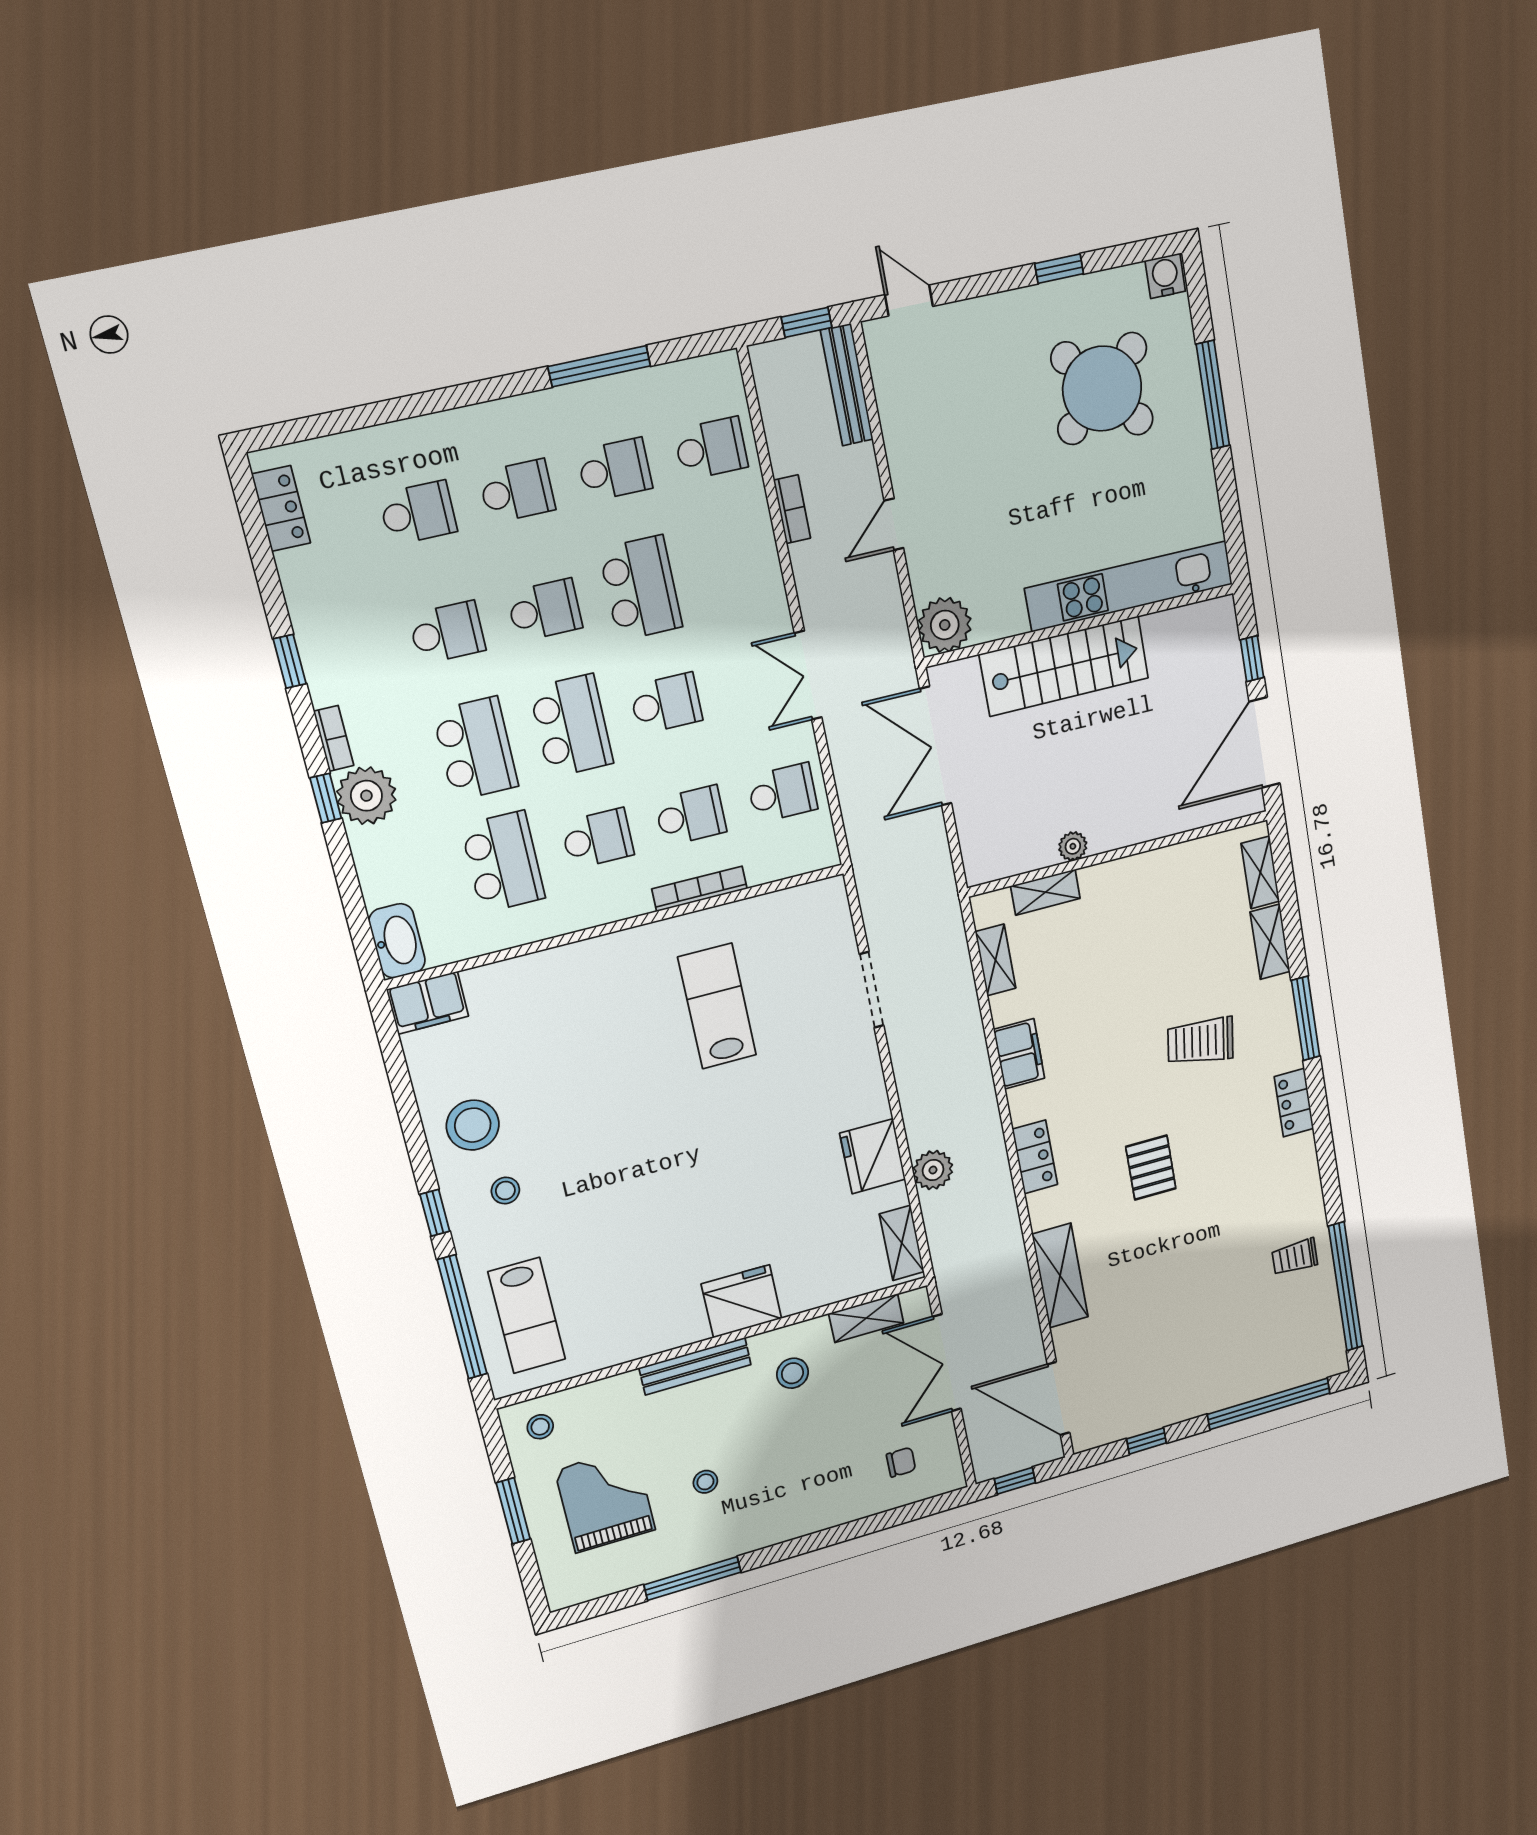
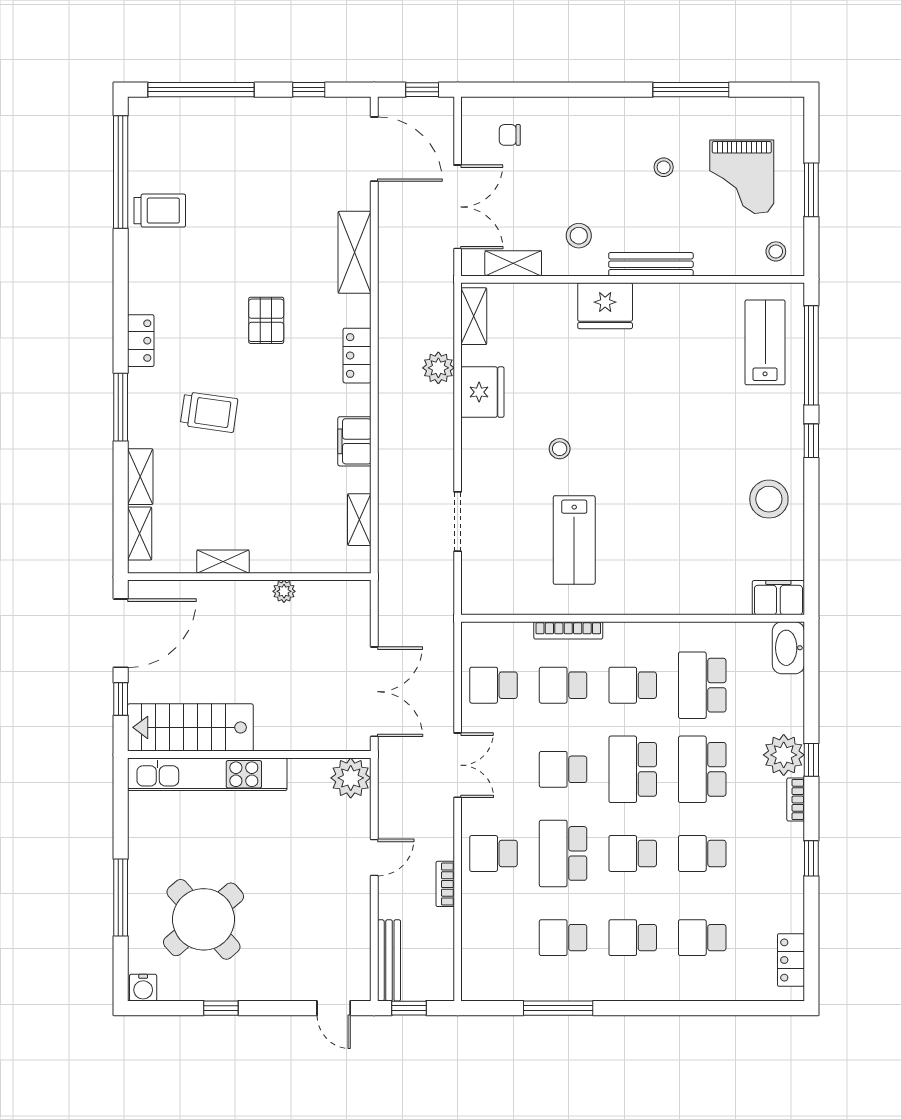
school desk: (711, 448) -> (494, 853), moved
stairs: (1064, 666) -> (190, 727), moved
shelving: (1045, 892) -> (223, 562), moved
stool: (505, 1190) -> (560, 449), moved
trolley: (1295, 1257) -> (160, 211), width x1.36, depth x1.39

